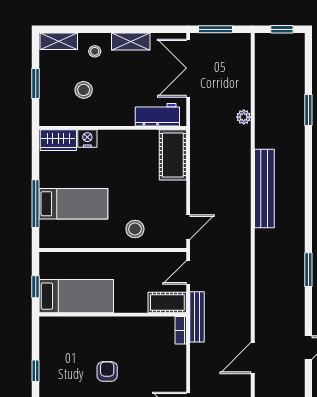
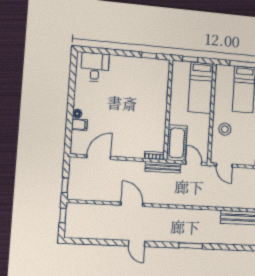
bed: (76, 296) -> (201, 88), moved
cot: (167, 302) -> (177, 143), width x1.37, depth x1.34
window: (36, 371) -> (149, 55), moved
armchair: (107, 371) -> (129, 103), removed

